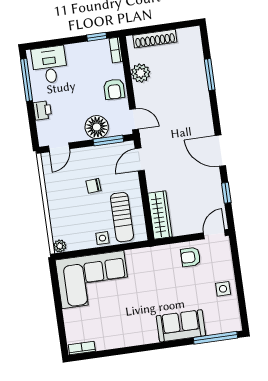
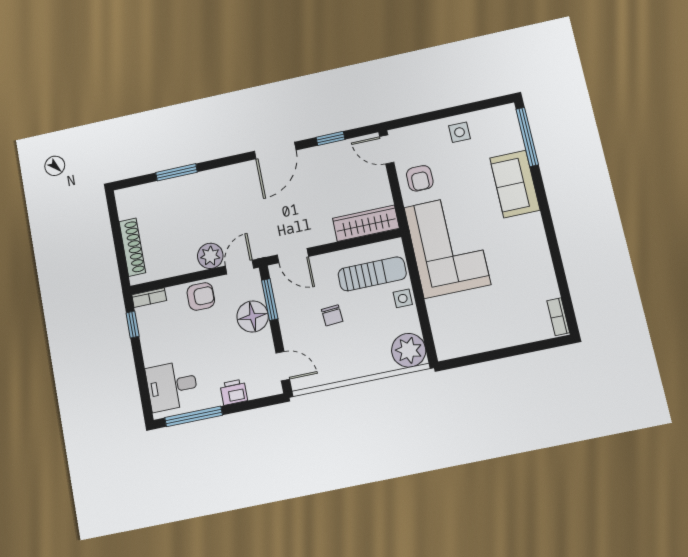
plant: (141, 73) -> (210, 256), moved
plant: (60, 246) -> (409, 350), width x1.87, depth x1.87
corner sofa: (93, 280) -> (447, 246), moved

